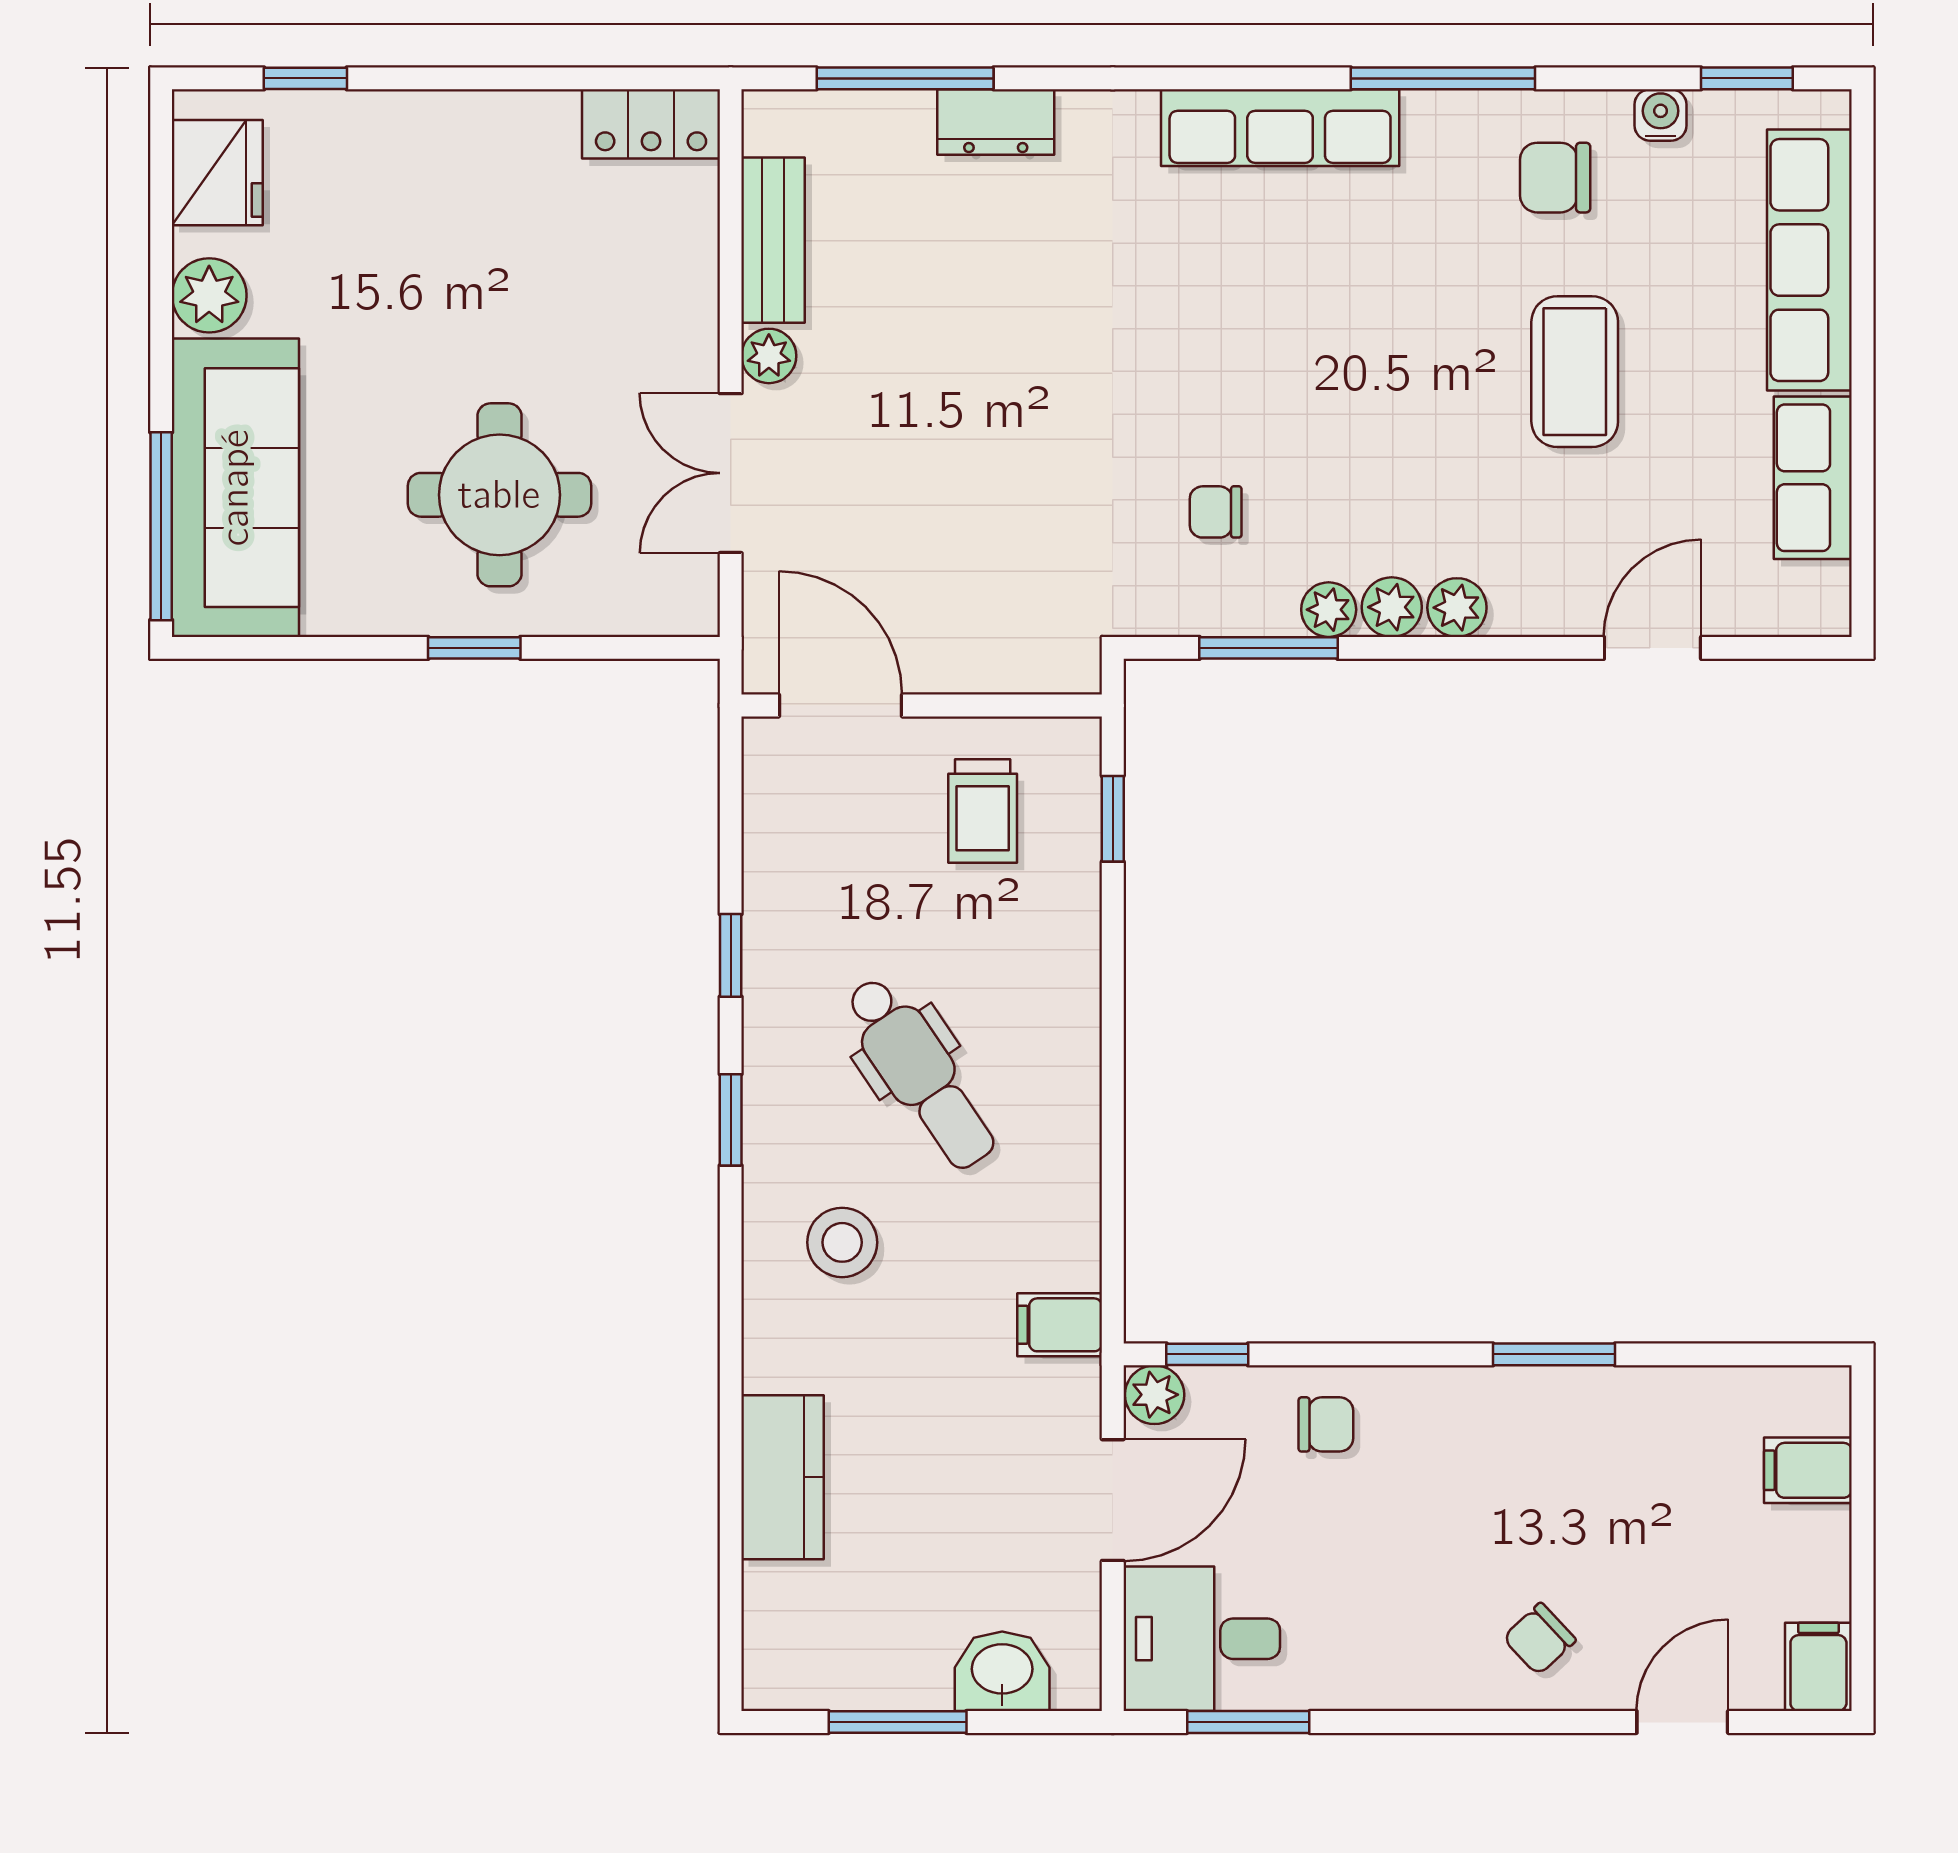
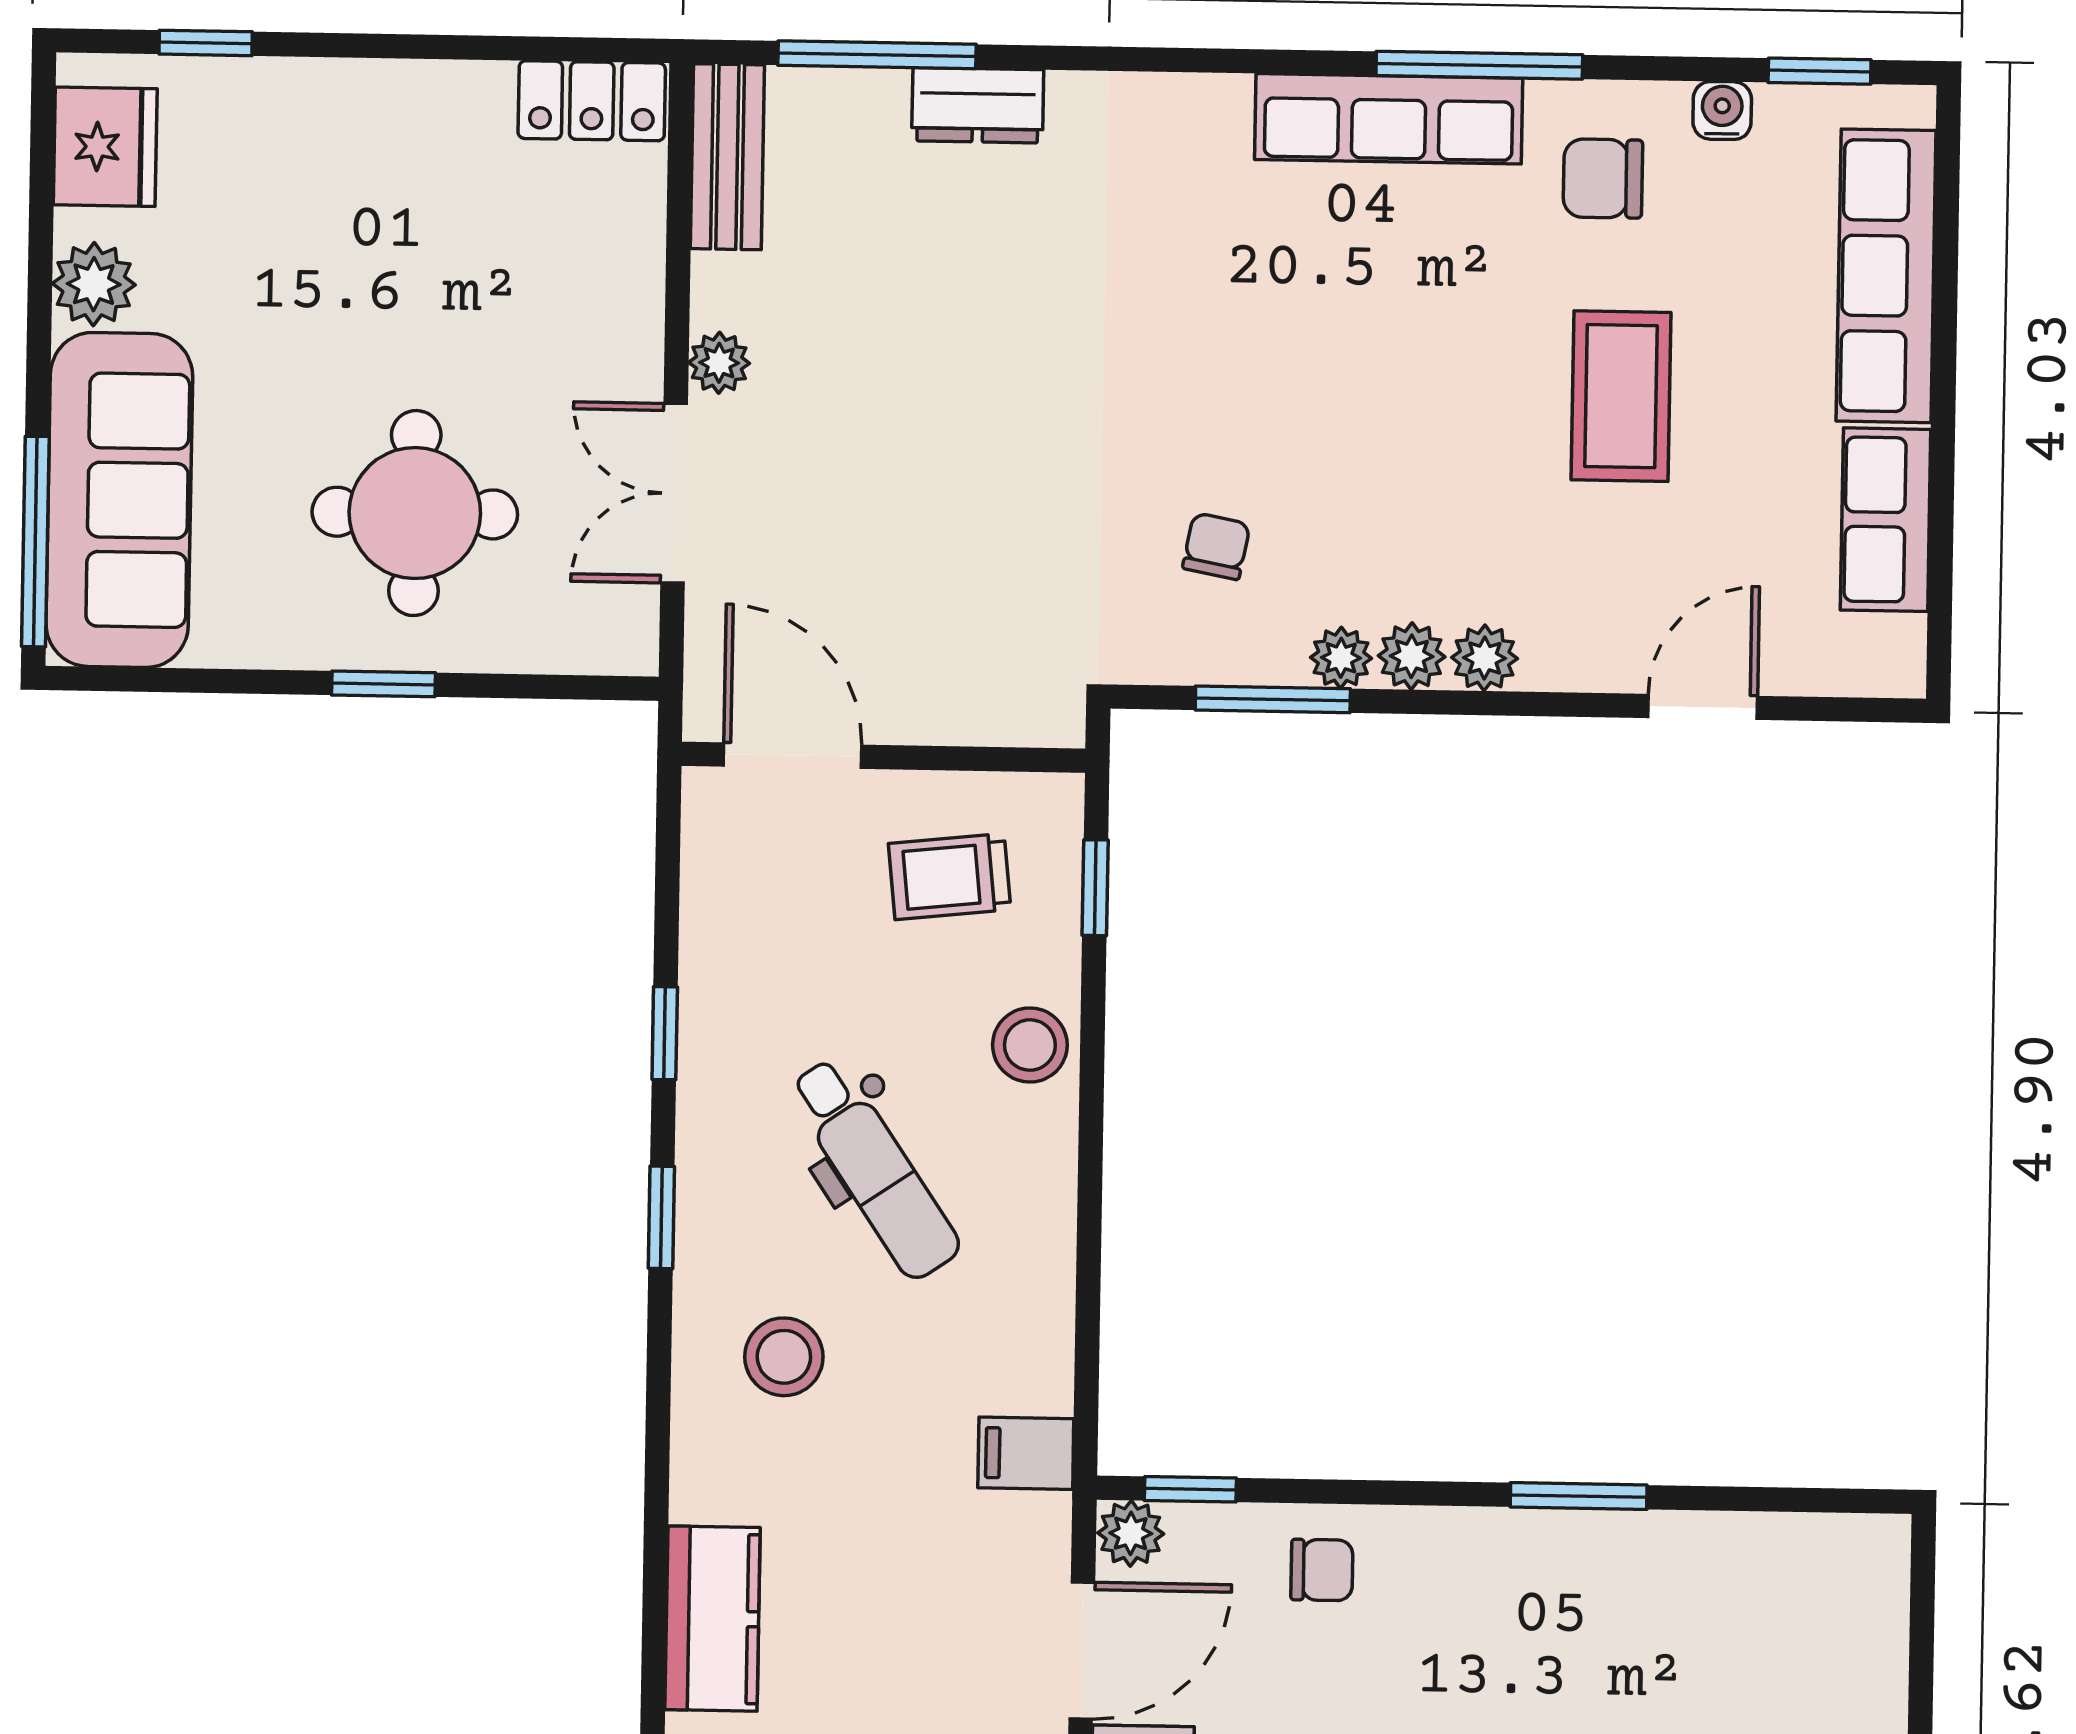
row of seats: (1280, 128) -> (1389, 119), moved
bench: (773, 240) -> (727, 157), moved
chair: (1216, 512) -> (1216, 546), turned 101
trolley: (983, 811) -> (950, 877), turned 84
stool: (1057, 960) -> (1030, 1045), added
filing cabinet: (1808, 1470) -> (1861, 1631), removed

